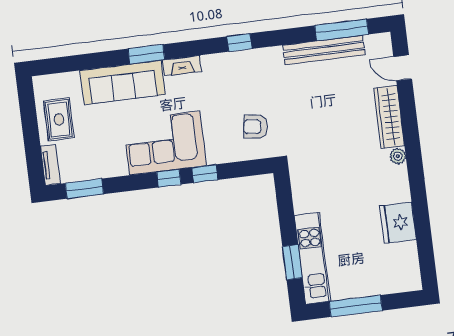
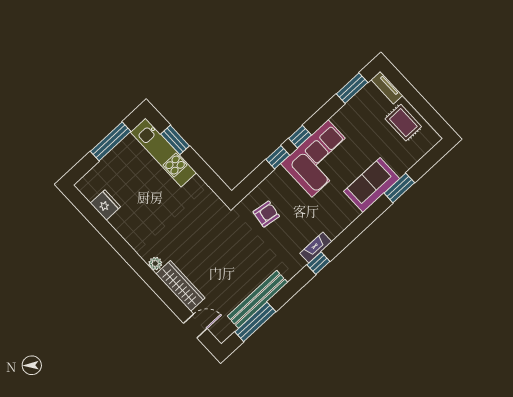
window: (146, 54) -> (399, 188), moved
fireplace: (182, 66) -> (316, 247), moved
sofa: (123, 82) -> (372, 185), width x0.73
fridge: (398, 223) -> (105, 205), moved, width x0.73, depth x0.75

